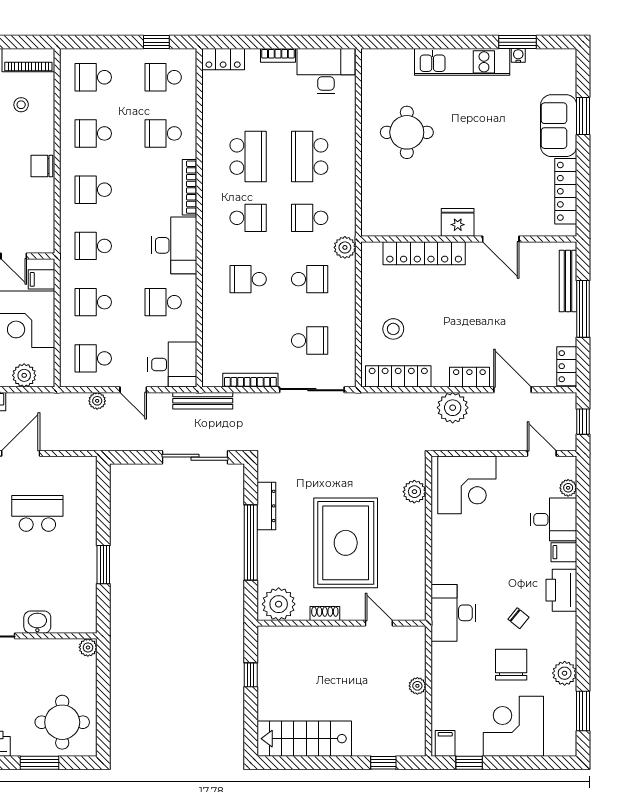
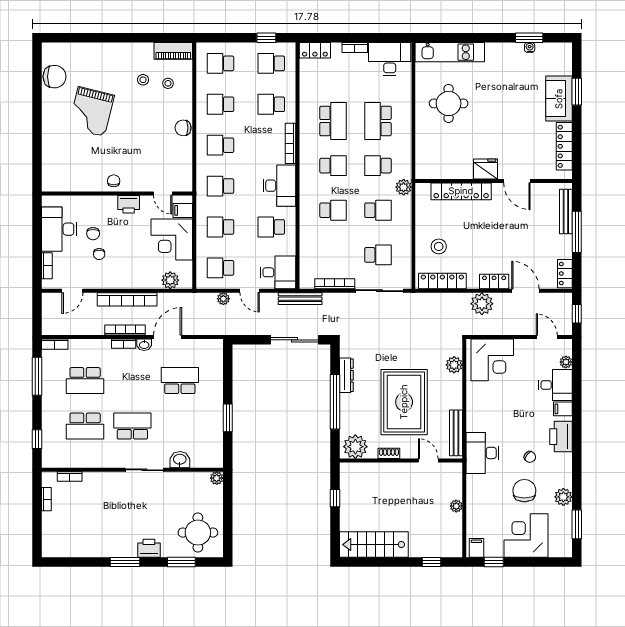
kitchen unit: (462, 62) -> (450, 52), moved
school desk: (248, 279) -> (333, 210), turned 180
bench: (417, 585) -> (456, 433), added

